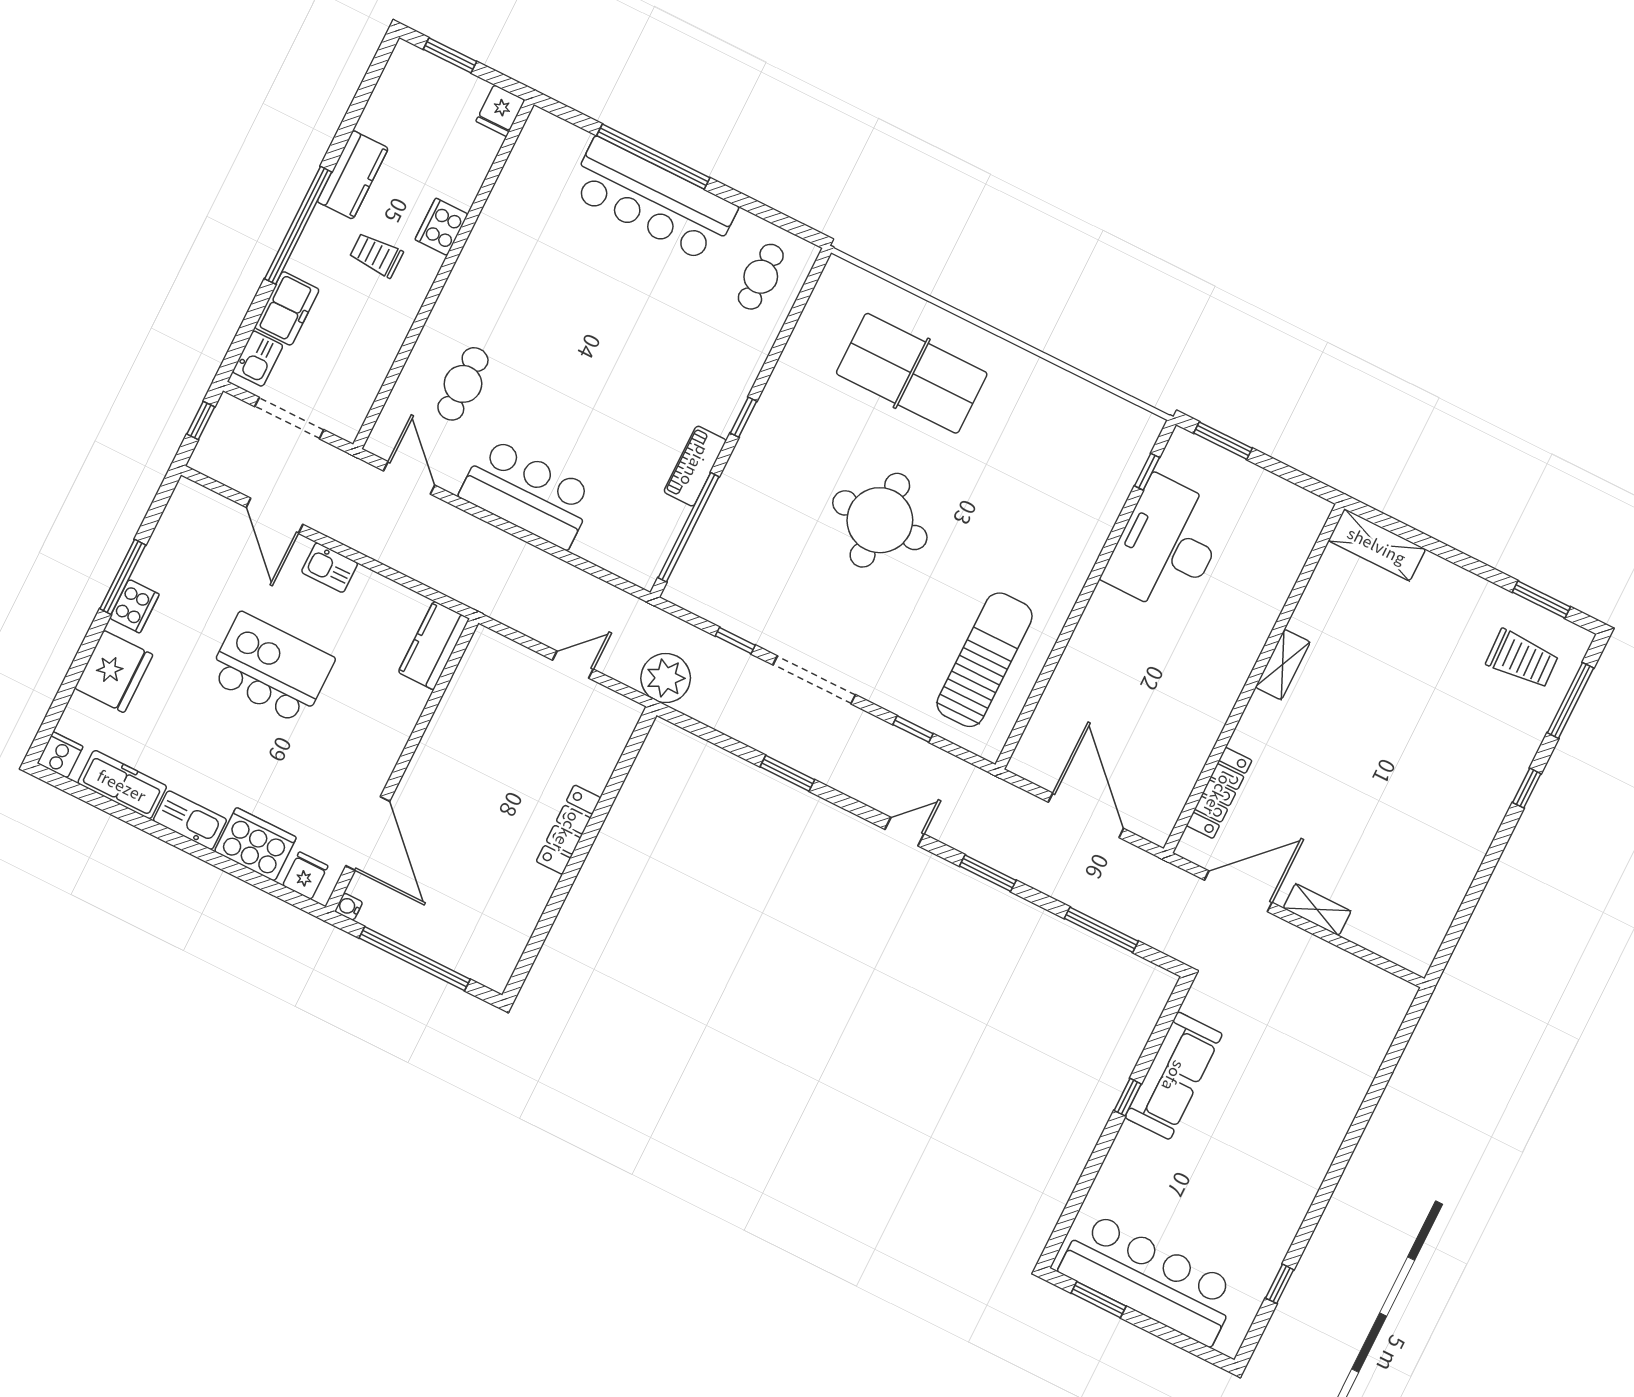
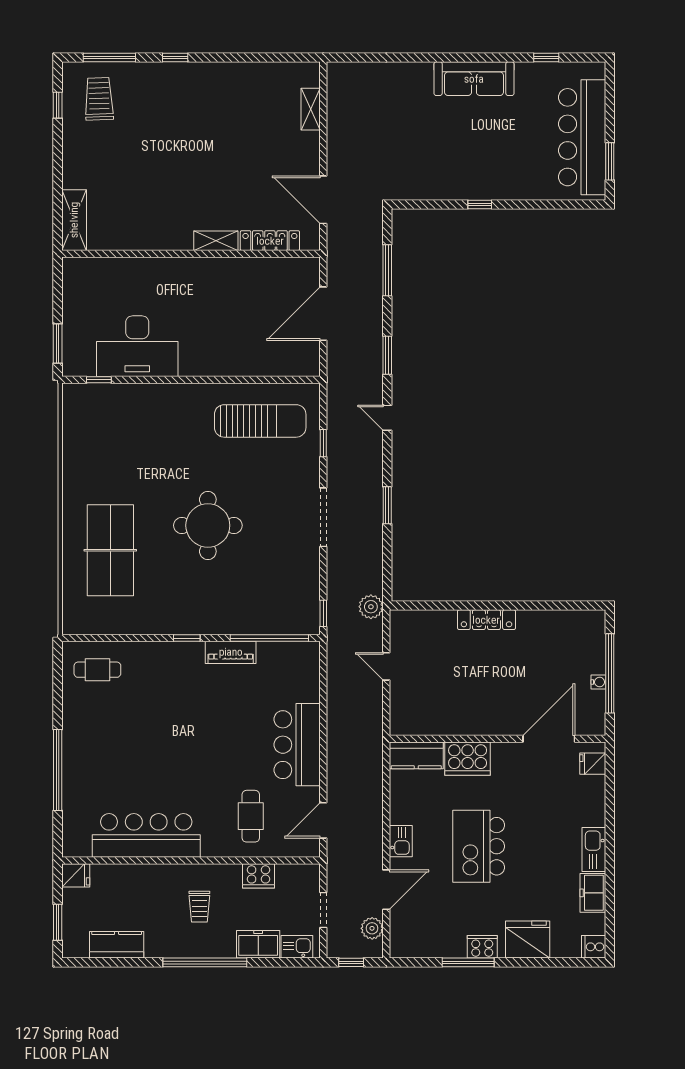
kitchen counter: (353, 175) -> (117, 945), moved
bar counter: (653, 200) -> (146, 835), moved, turned -90
cooker: (442, 227) -> (259, 876), moved
cafe table: (463, 384) -> (251, 816), turned 90
doorway: (289, 418) -> (323, 910), width x0.73
plant: (232, 471) -> (372, 928), added
window: (1541, 599) -> (58, 105), width x0.67
window: (735, 641) -> (323, 613), moved
sun lounger: (985, 660) -> (260, 421), turned 180
shelving: (1283, 665) -> (216, 241), moved
plant: (666, 678) -> (371, 607), width x0.73, depth x0.73
freezer: (122, 785) -> (593, 893), width x0.71
cooker: (255, 844) -> (468, 759), moved, turned -90
water cooler: (349, 907) -> (598, 682), moved, turned -90
shelving: (1317, 910) -> (311, 109), moved
sofa: (1174, 1076) -> (474, 79), moved, turned 180

